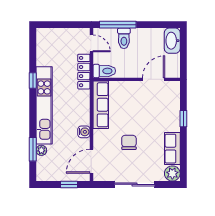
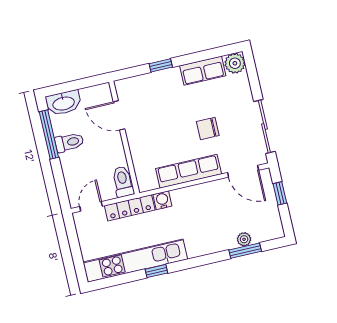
window: (118, 25) -> (49, 135), moved
toilet: (124, 38) -> (69, 142), moved
kitchen unit: (44, 105) -> (135, 261), moved
row of seats: (101, 105) -> (189, 171), moved
water cooler: (84, 132) -> (162, 200), moved
sliding door: (135, 184) -> (264, 126), moved

